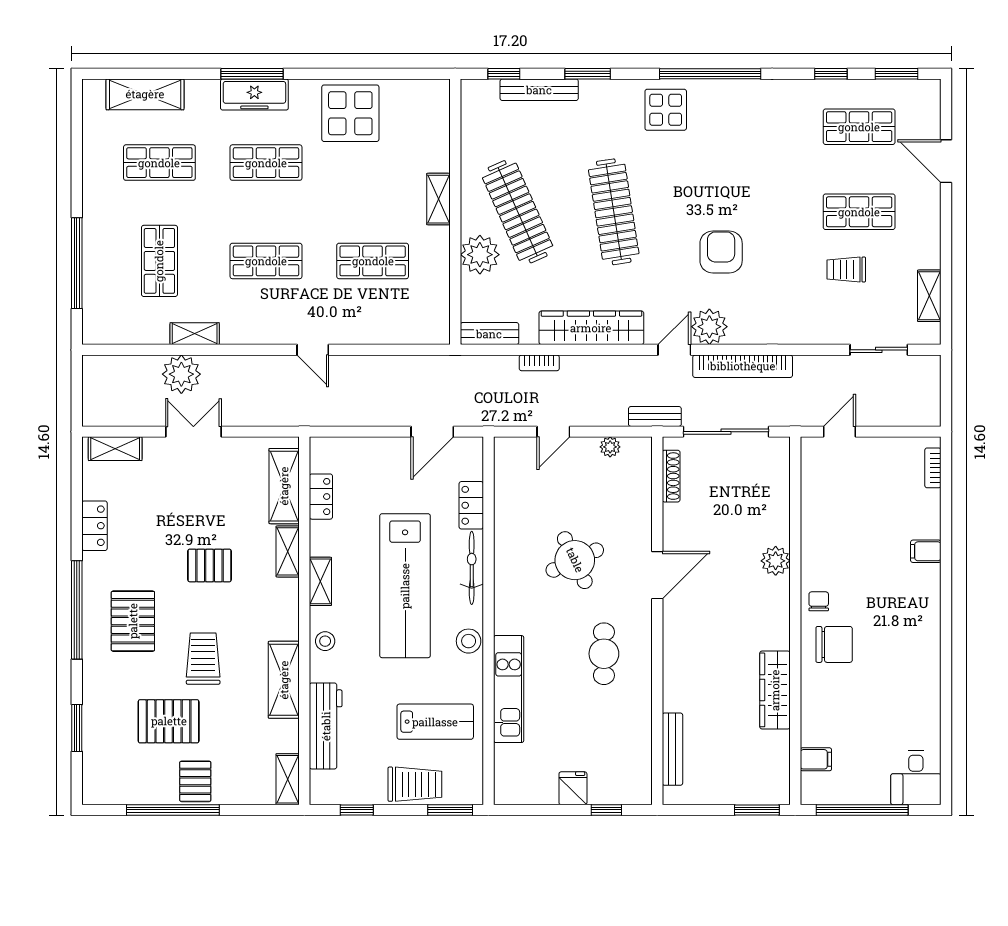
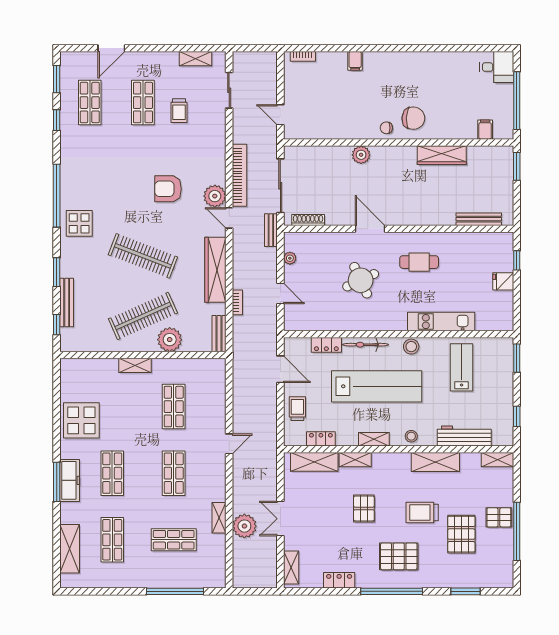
clothes rail: (614, 212) -> (143, 256), turned 30
chair: (834, 644) -> (413, 118), turned 93
trolley: (415, 784) -> (297, 409), moved, width x0.73, depth x0.72

